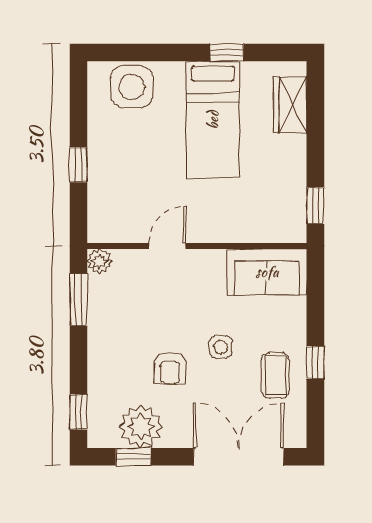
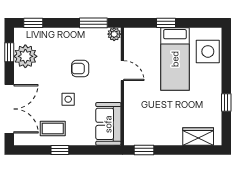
bed: (213, 120) -> (175, 59), moved, turned -90
armchair: (170, 368) -> (80, 69), moved

